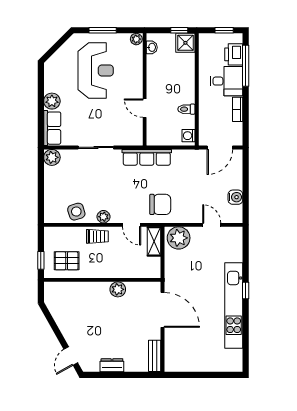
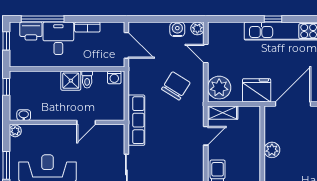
shower: (185, 43) -> (71, 81), moved
chair: (160, 204) -> (176, 86), moved, turned 32
plant: (103, 217) -> (197, 28), moved
door: (212, 225) -> (206, 54), hinge flipped
fridge: (176, 274) -> (257, 90), added

